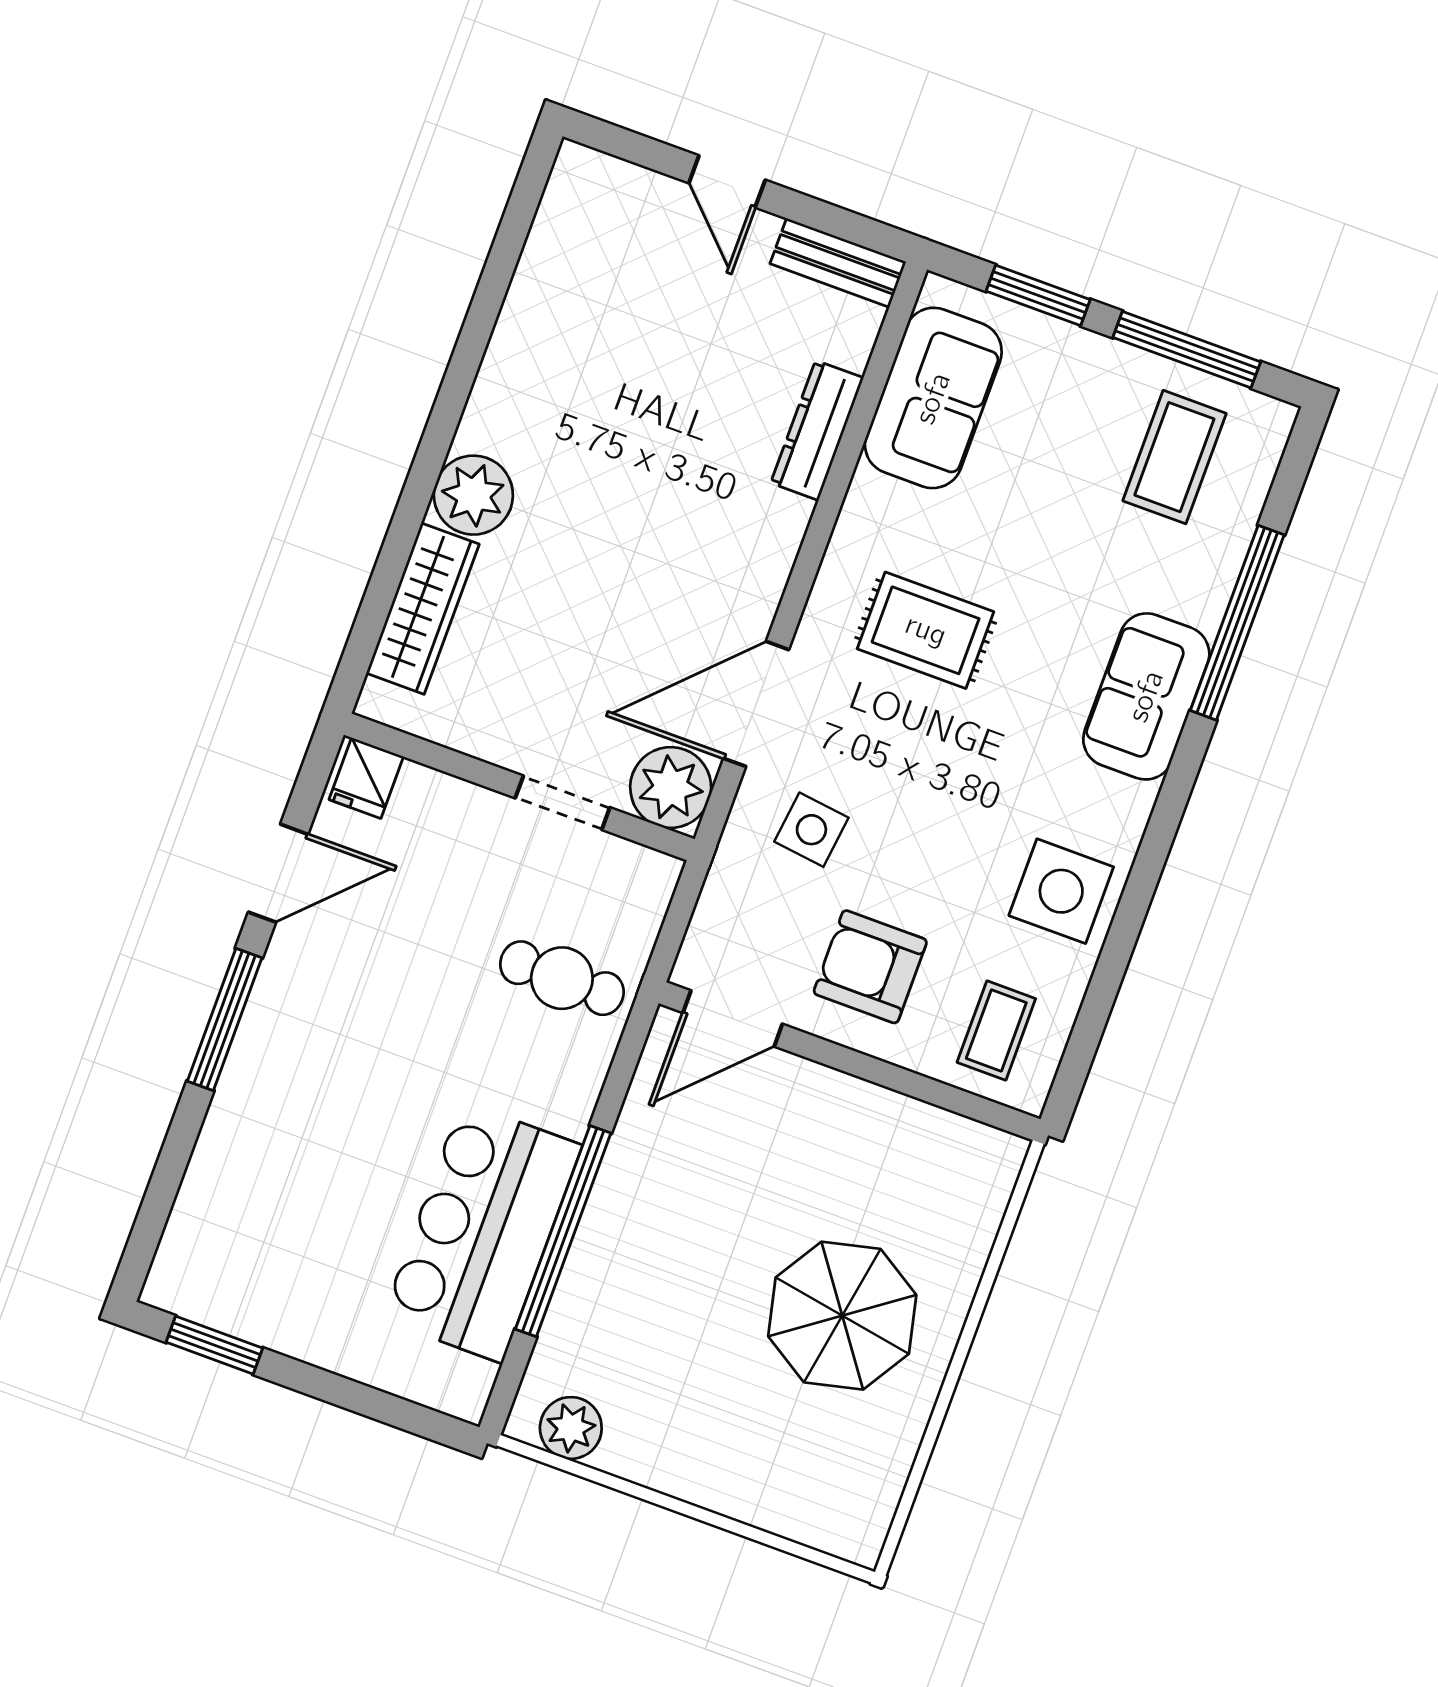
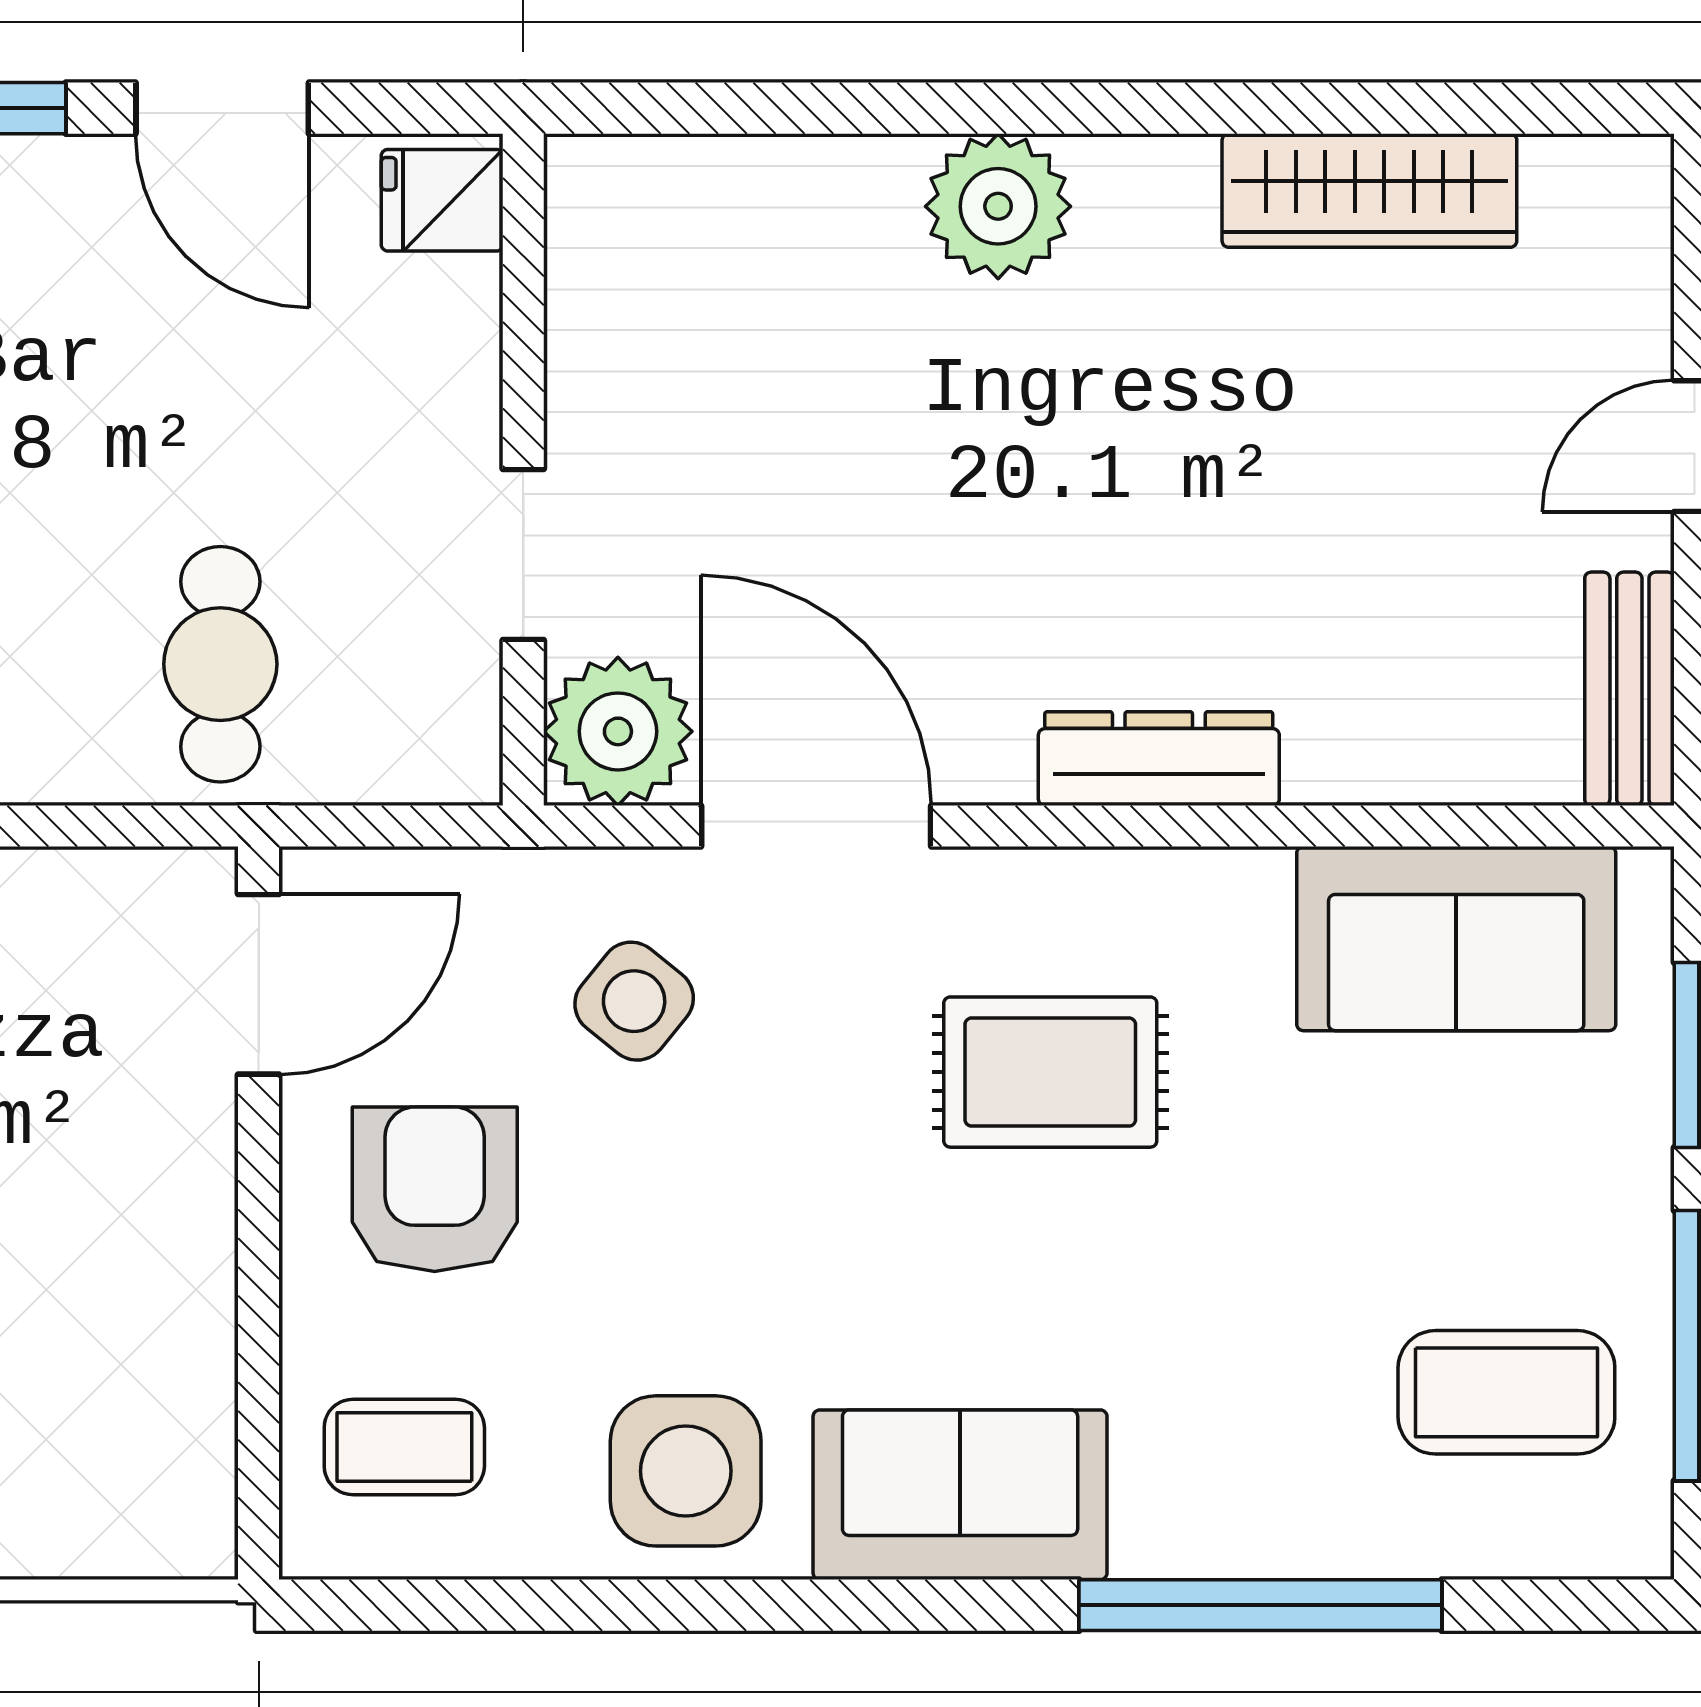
dresser: (817, 430) -> (1159, 759), moved
wardrobe: (423, 609) -> (1369, 191), moved
rug: (926, 630) -> (1050, 1072), turned 90
sofa: (1146, 696) -> (960, 1495), moved
side table: (811, 830) -> (634, 1001), turned 32
door: (733, 1018) -> (259, 984), swing flipped

